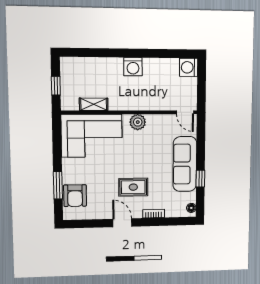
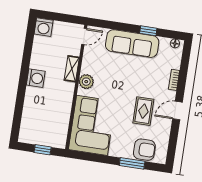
shelving: (94, 104) -> (72, 69), moved
rug: (133, 187) -> (143, 111), moved

